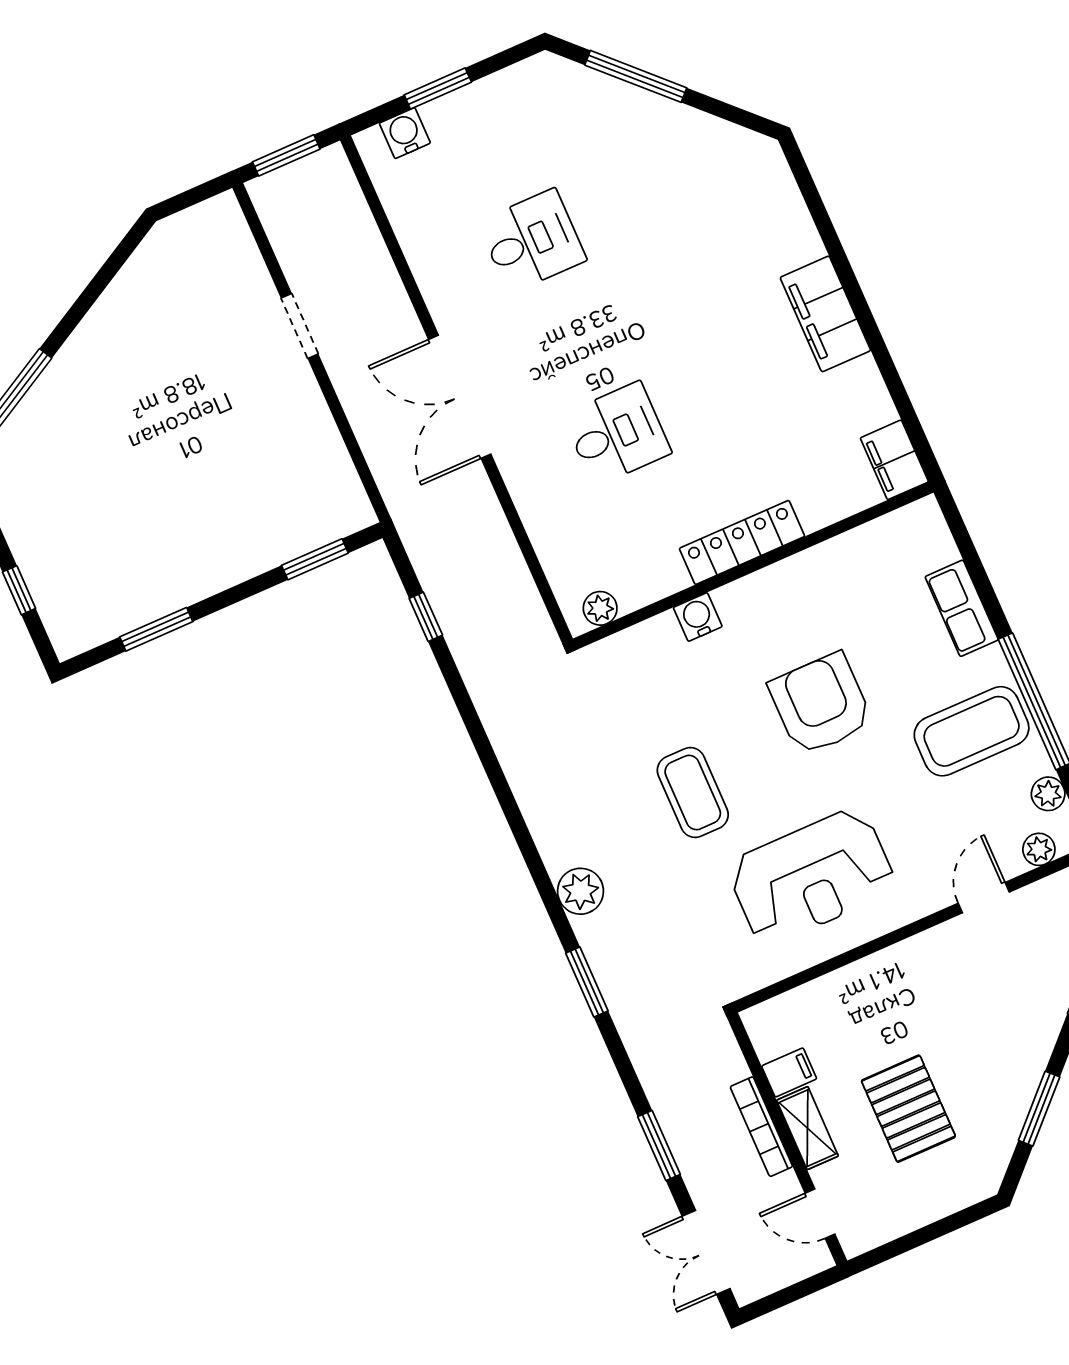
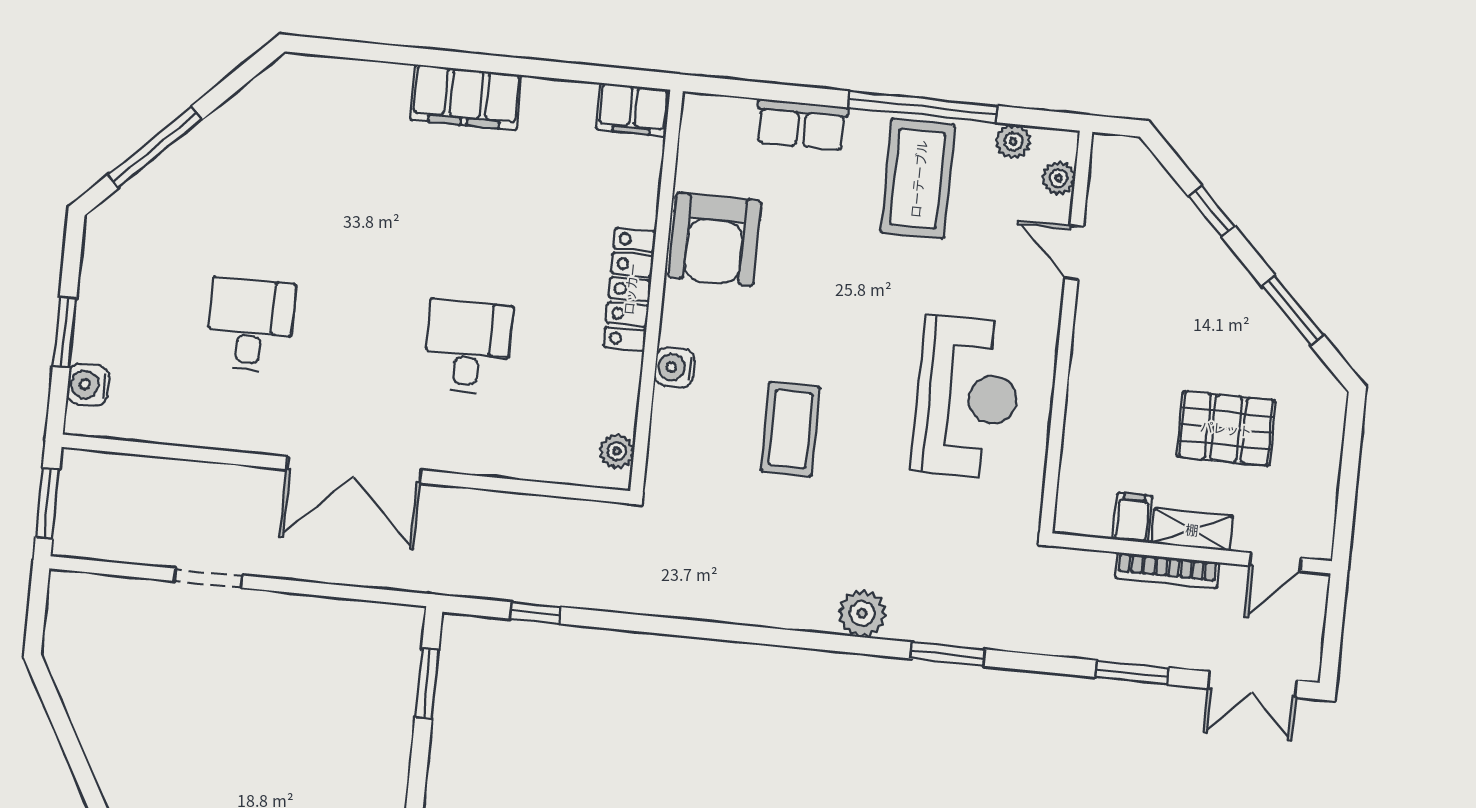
armchair: (821, 704) -> (715, 239), moved, turned -90
coffee table: (693, 793) -> (790, 429), moved, turned 90

